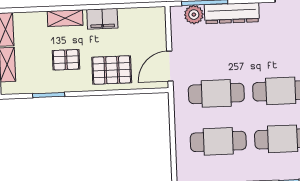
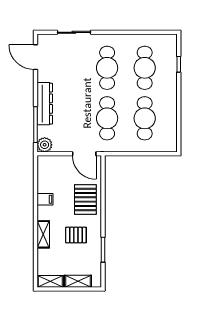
plant: (194, 15) -> (45, 145), moved
filing cabinet: (102, 19) -> (45, 199), width x0.50
pallet: (66, 60) -> (76, 235), turned 90

